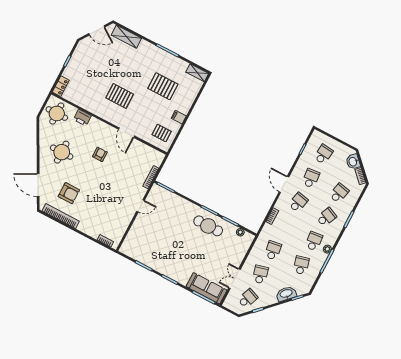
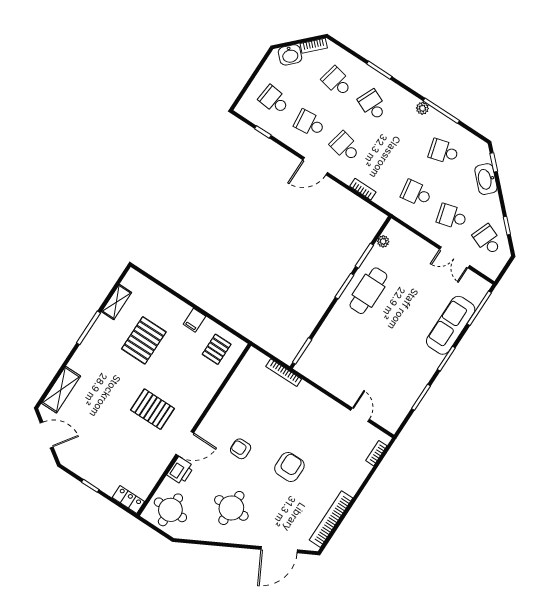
door: (97, 30) -> (47, 435), hinge flipped
shelving: (197, 73) -> (117, 302), moved
pallet: (120, 96) -> (153, 409), turned 90
door: (127, 133) -> (185, 444), moved
armchair: (69, 193) -> (289, 467), moved
door: (141, 206) -> (360, 415), moved
school desk: (314, 241) -> (408, 128), removed
sofa: (207, 288) -> (451, 325), moved

